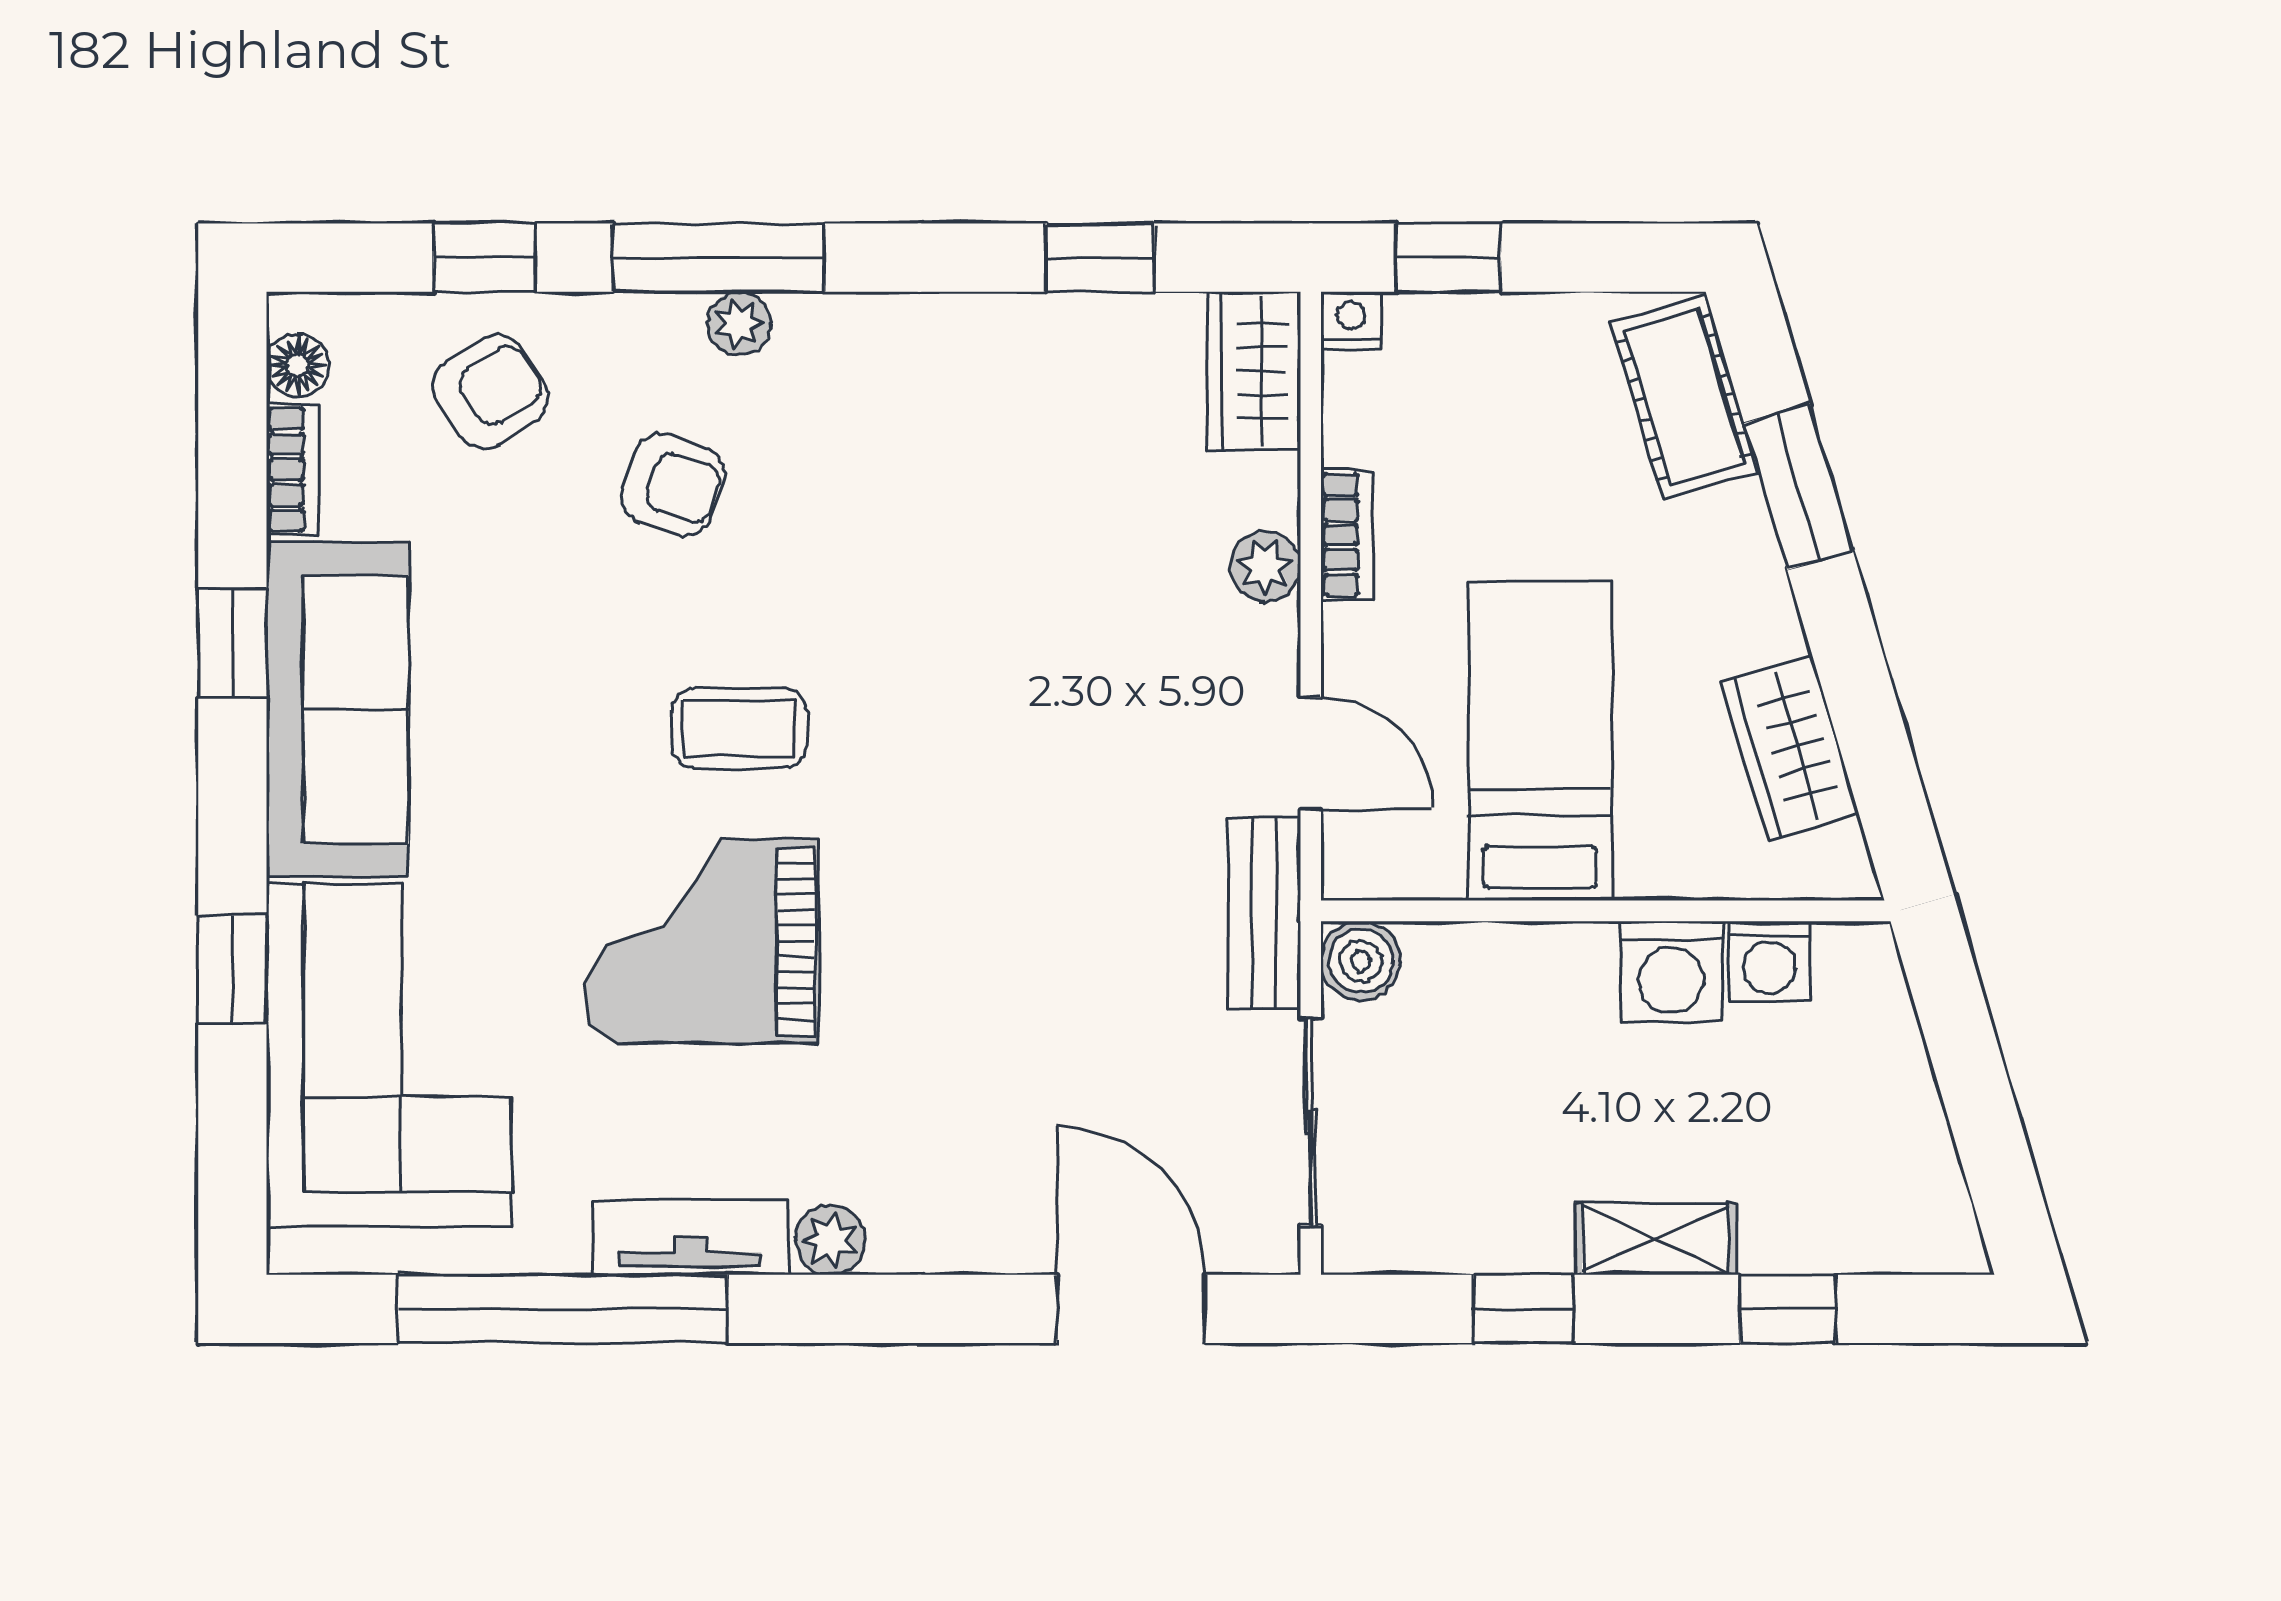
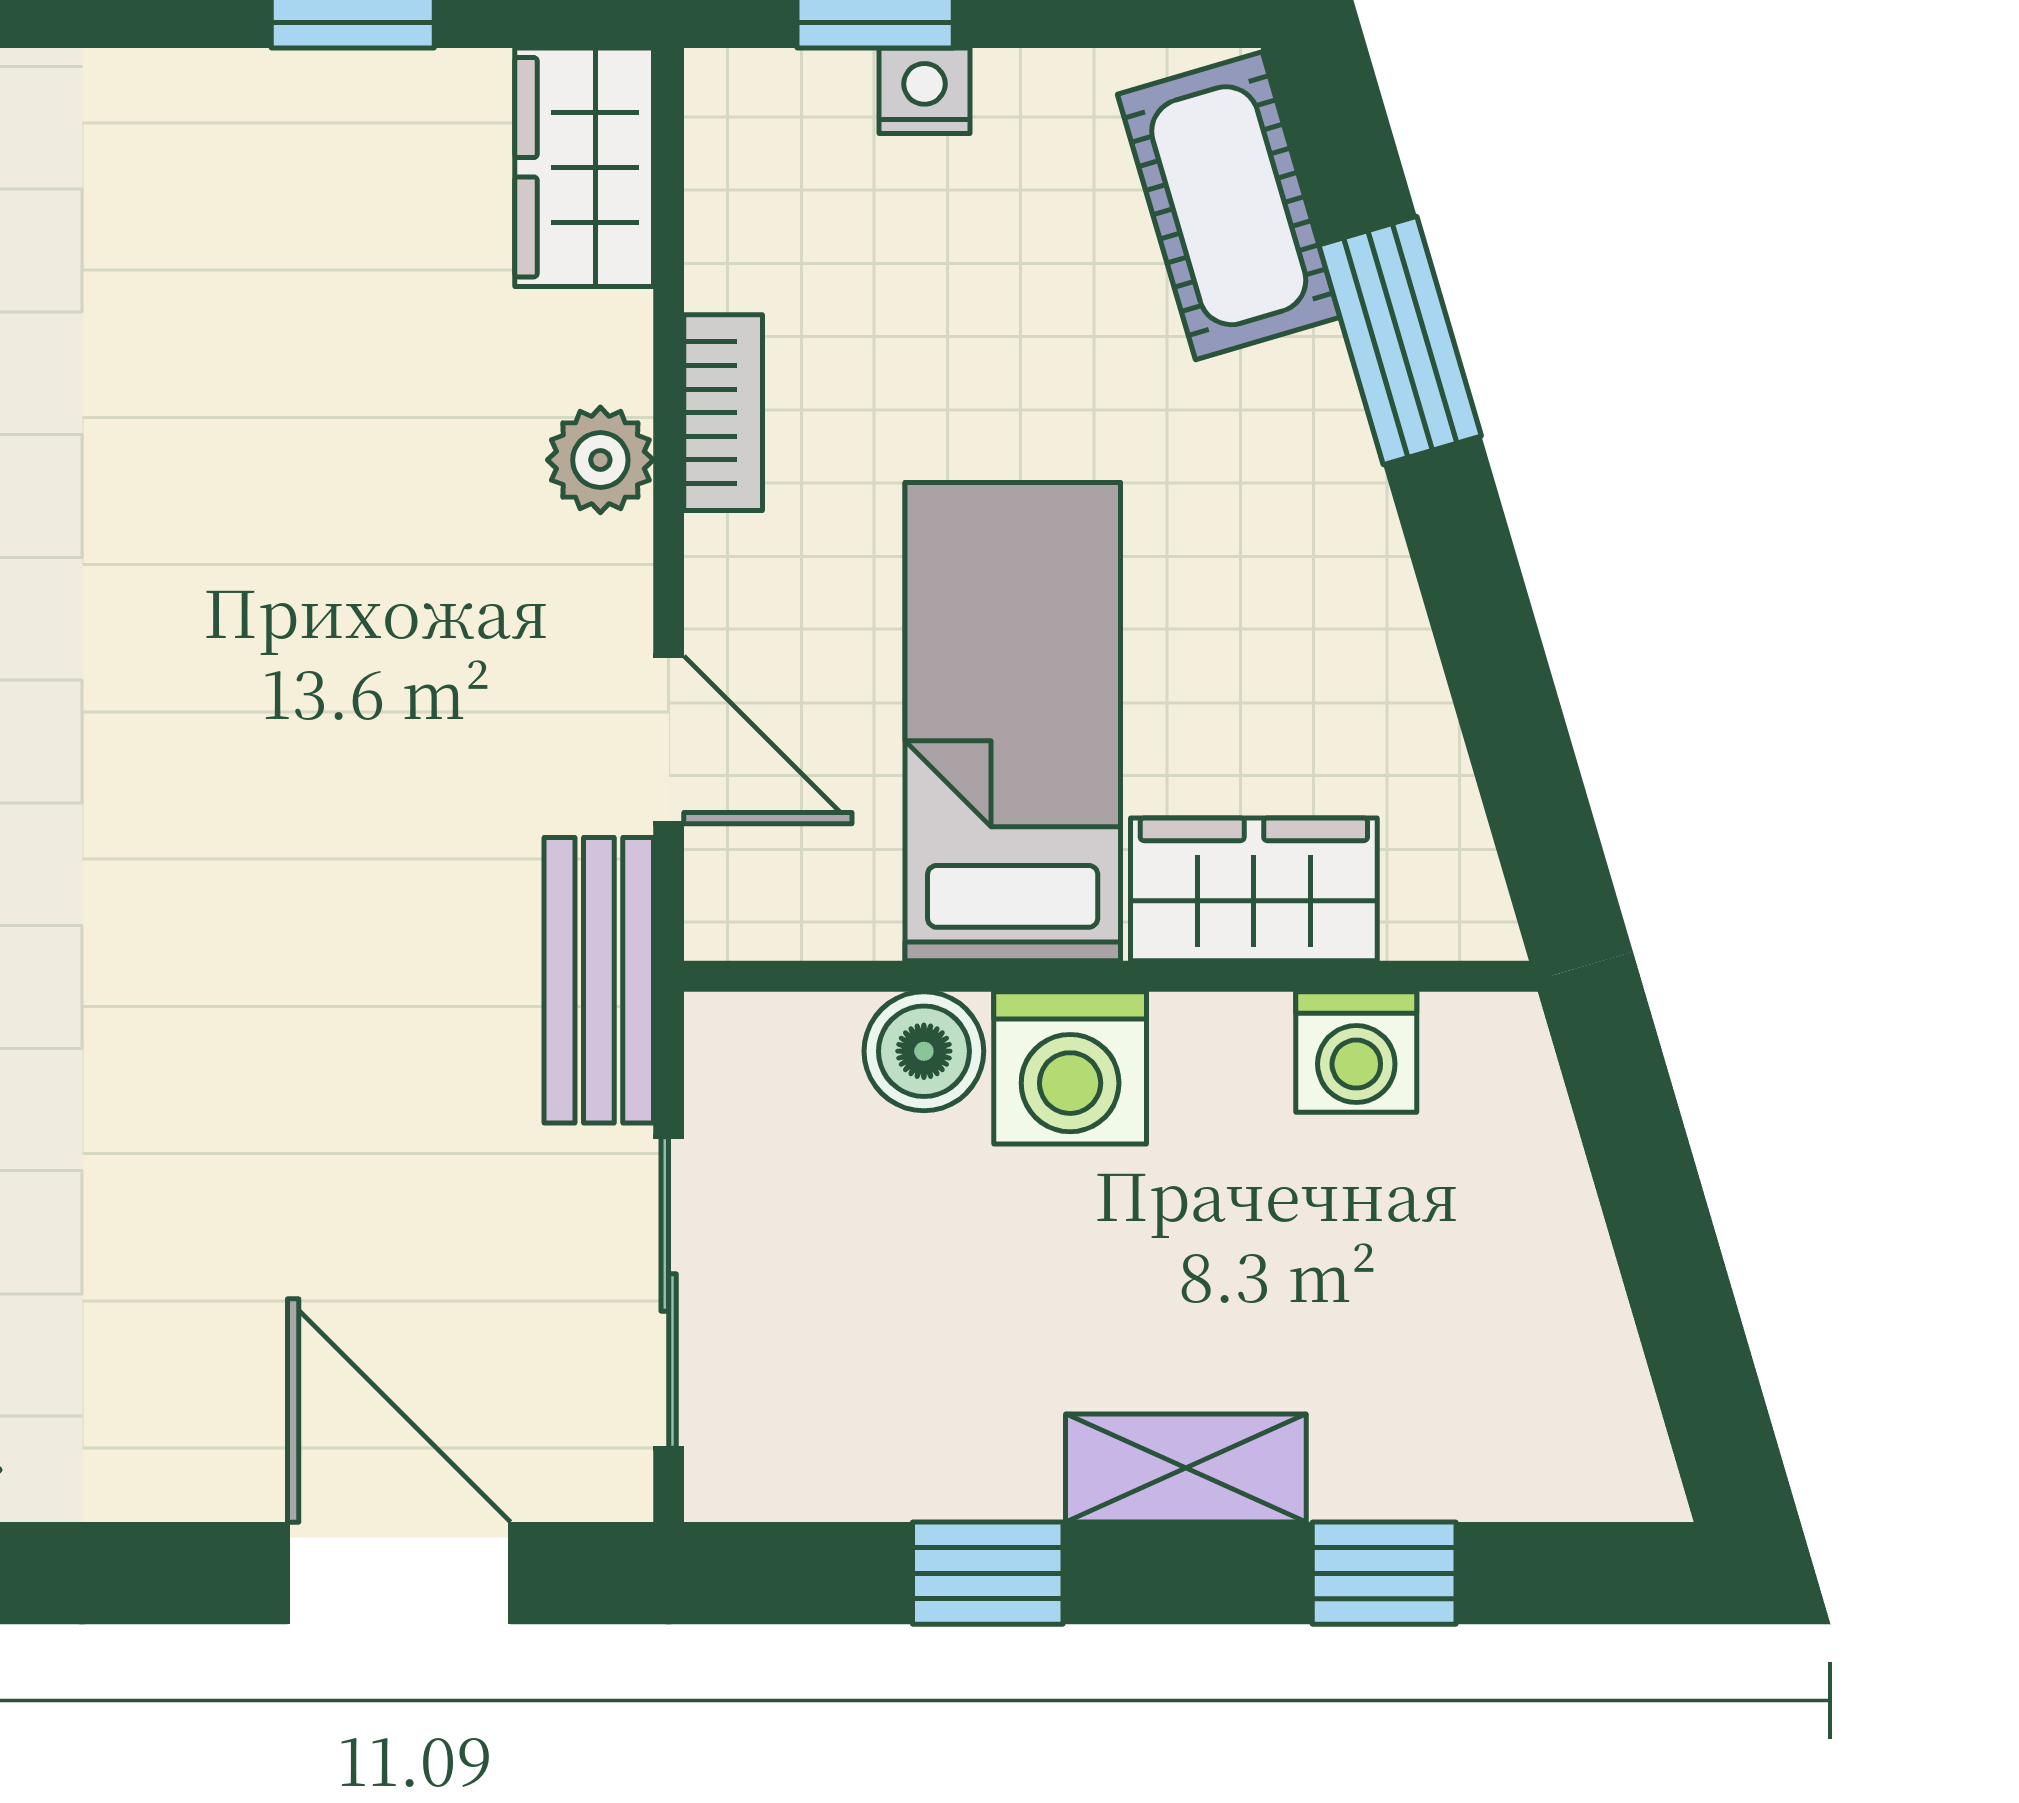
nightstand: (1351, 320) -> (924, 91), moved
wardrobe: (1790, 748) -> (1254, 889), moved, turned 106
boiler: (1361, 961) -> (924, 1051), moved
washing machine: (1671, 972) -> (1070, 1068), moved

